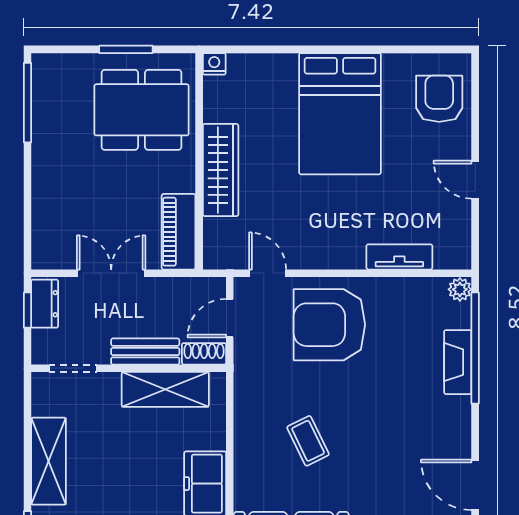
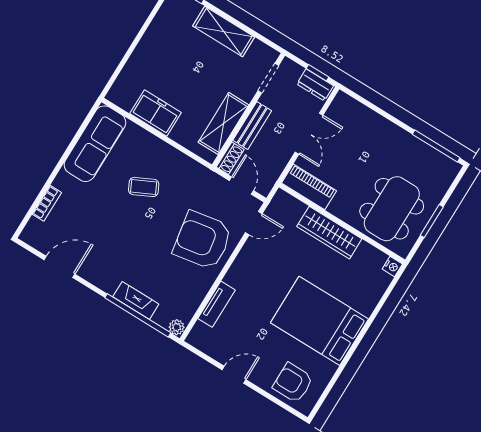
armchair: (439, 99) -> (293, 383), turned 180
armchair: (329, 325) -> (203, 240), turned -100

